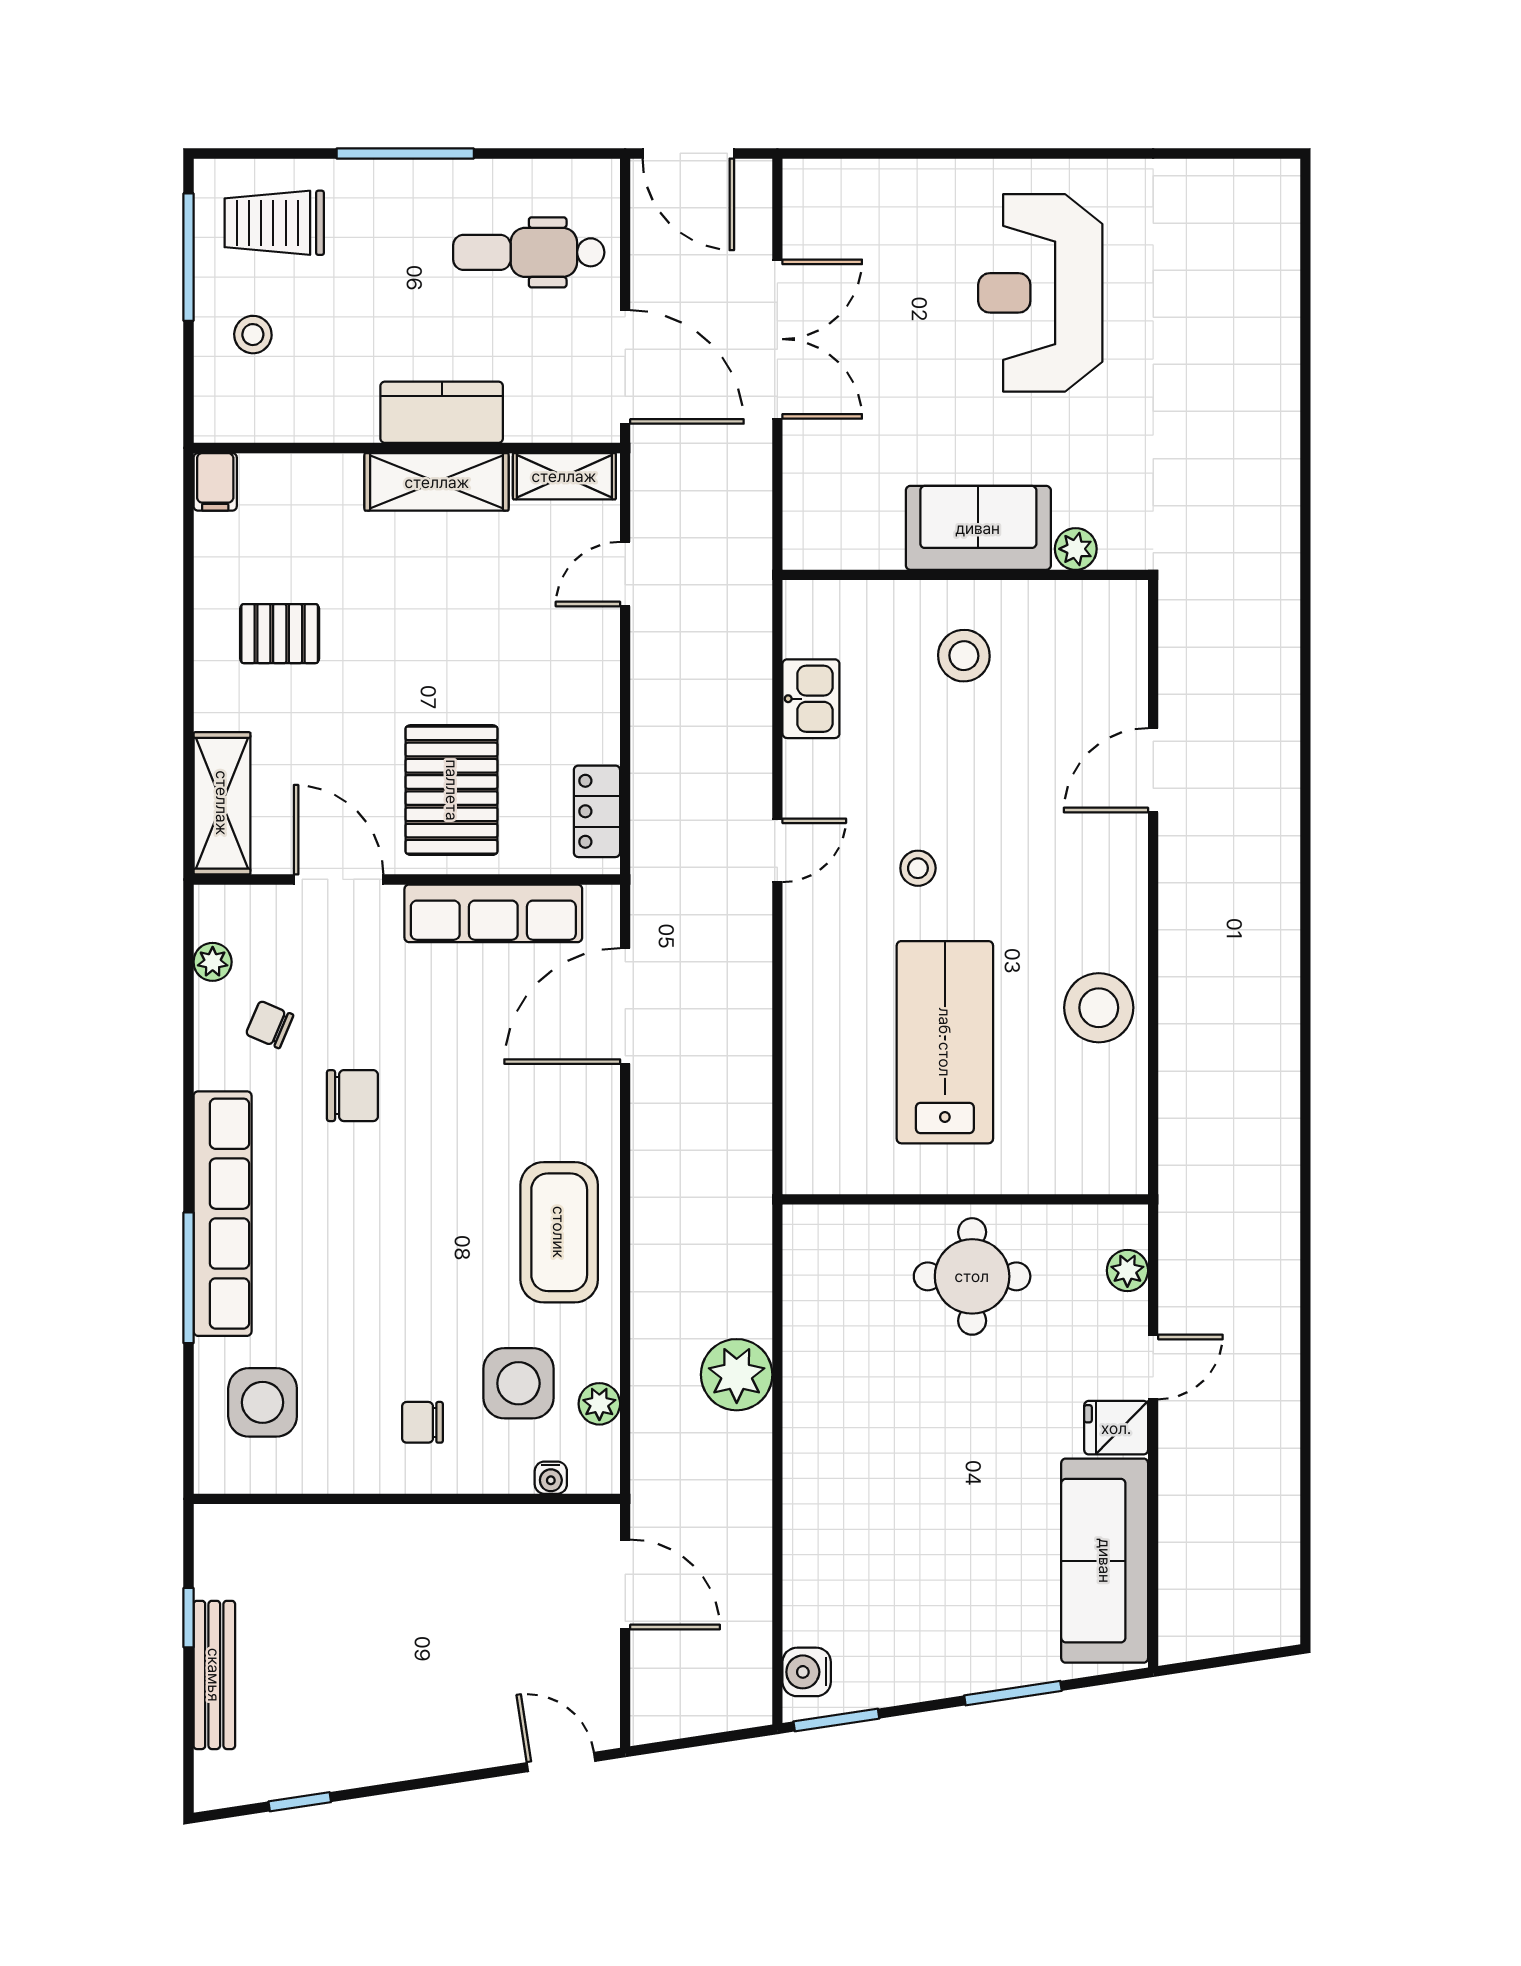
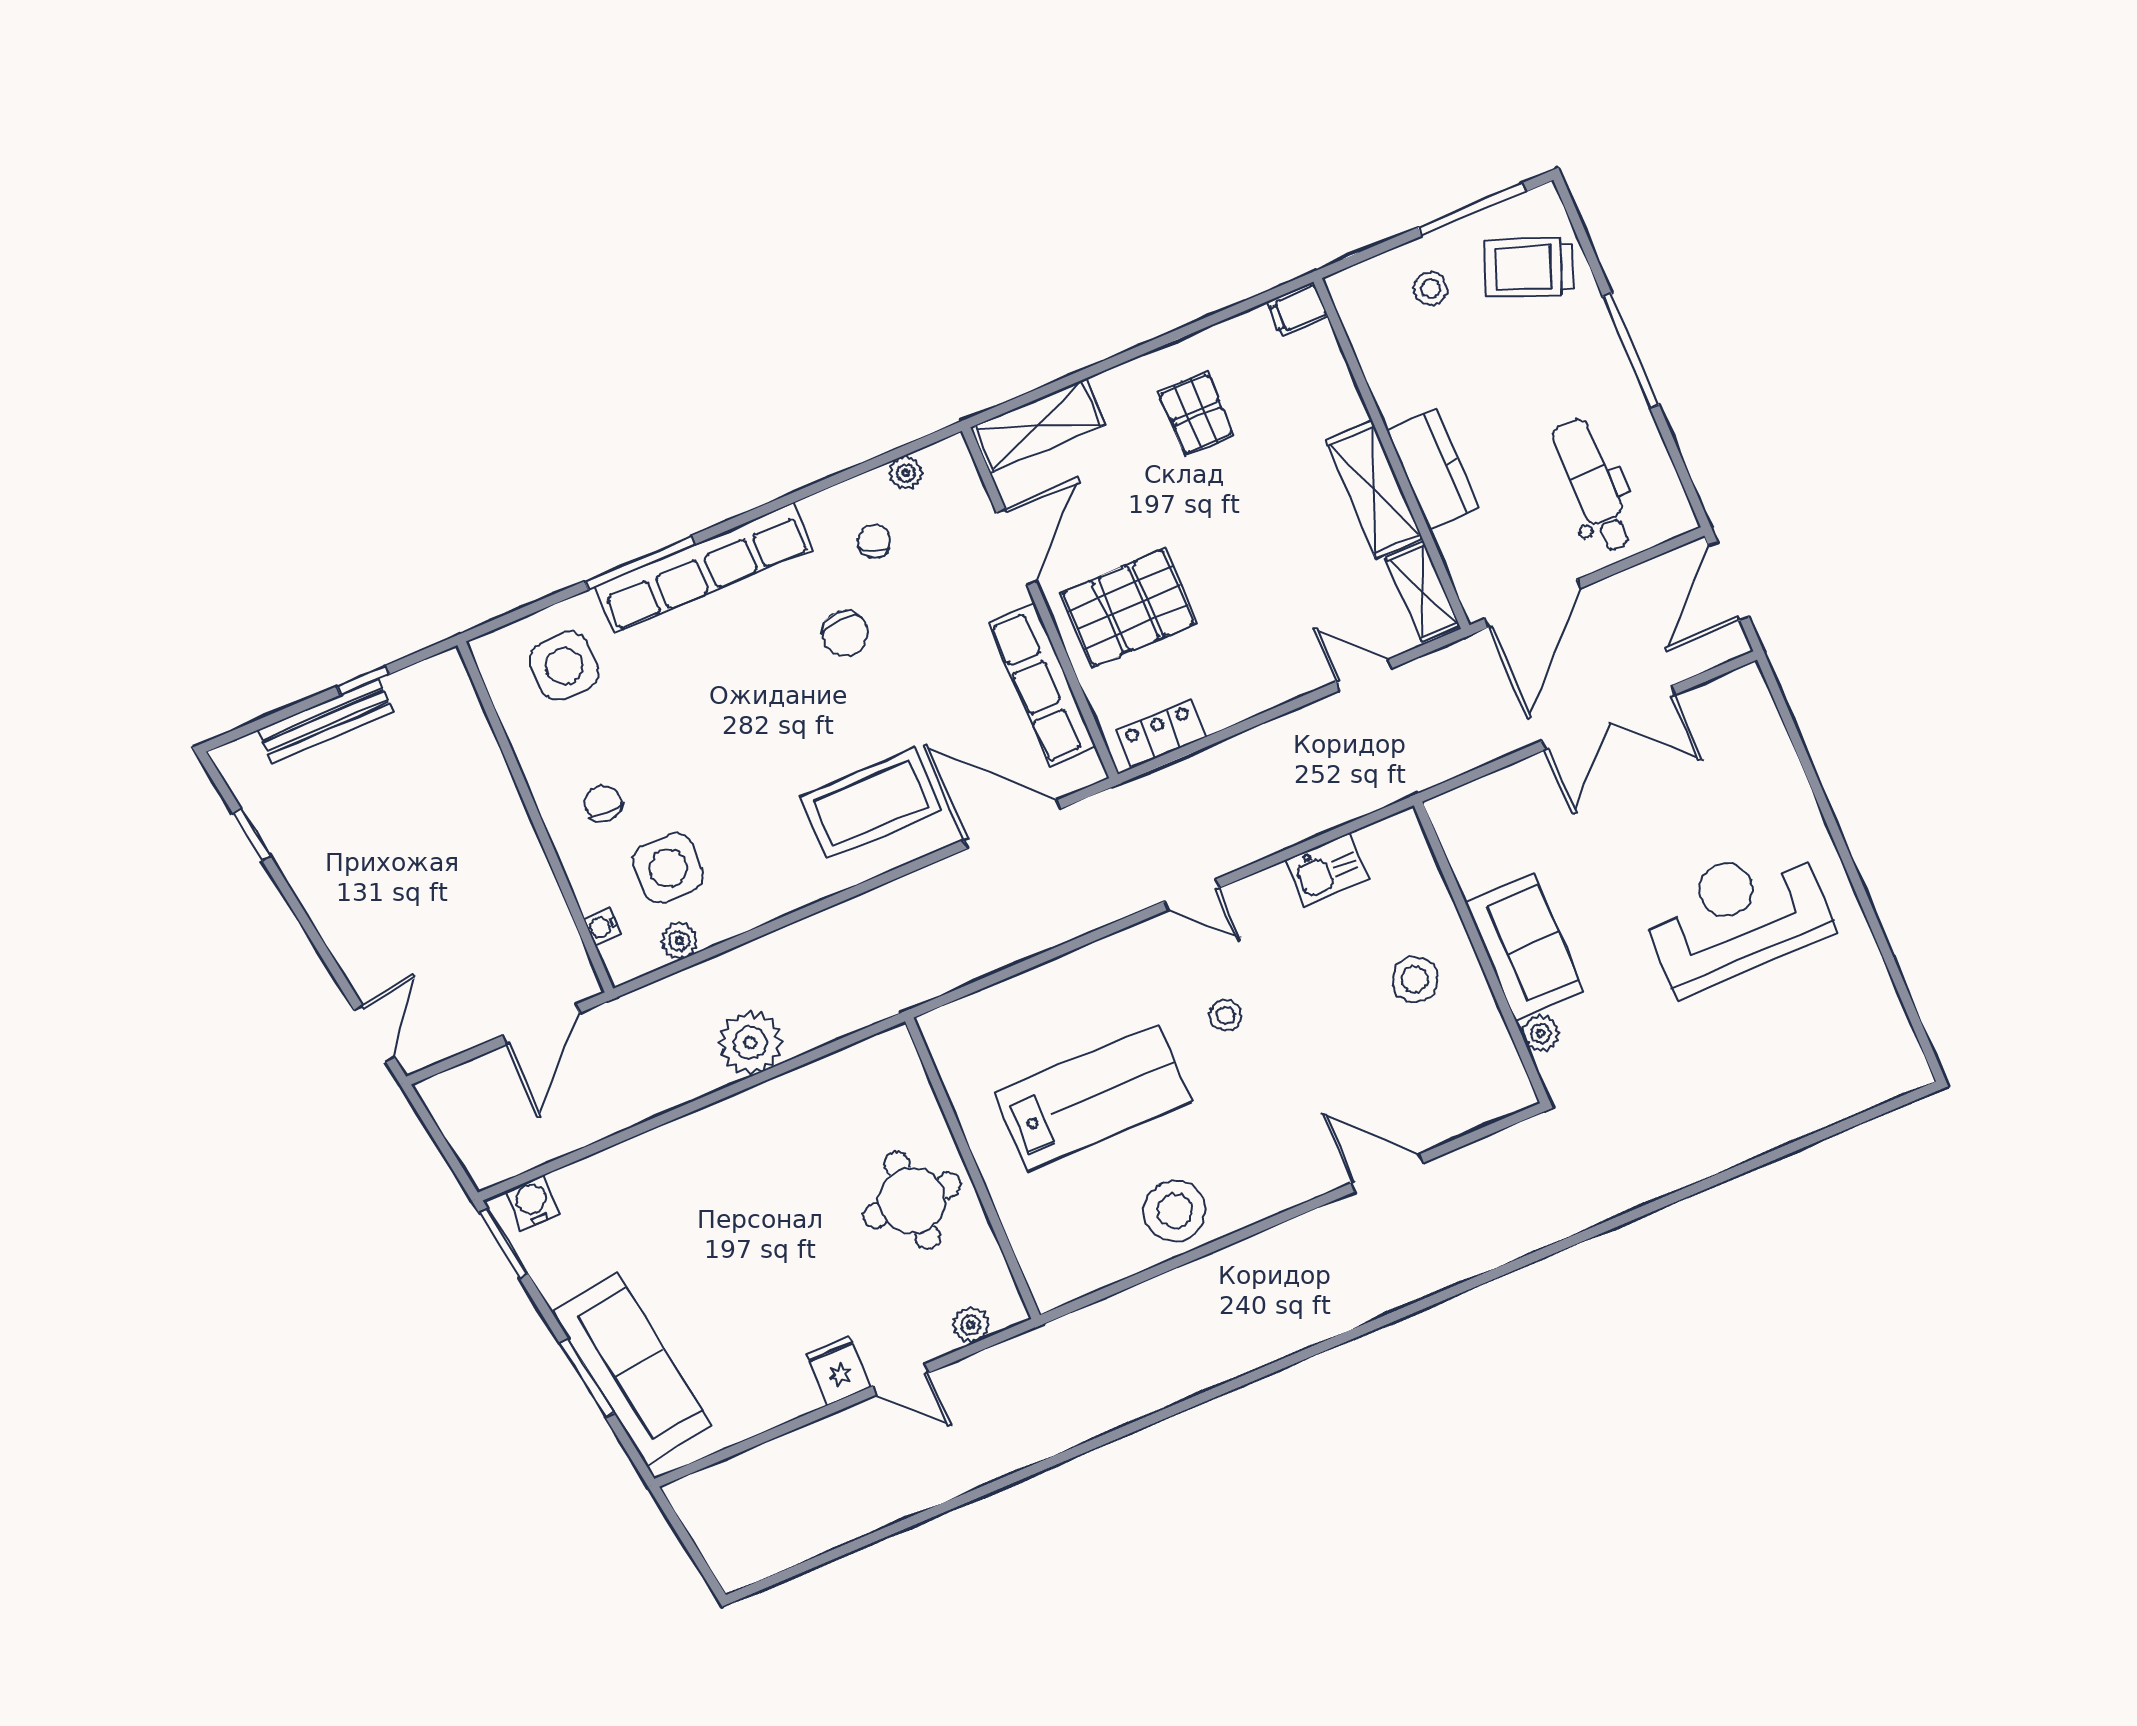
trolley: (274, 223) -> (1529, 268), turned -69
coffee table: (559, 1232) -> (871, 803), moved
sofa: (1105, 1561) -> (631, 1368), moved, turned 81

